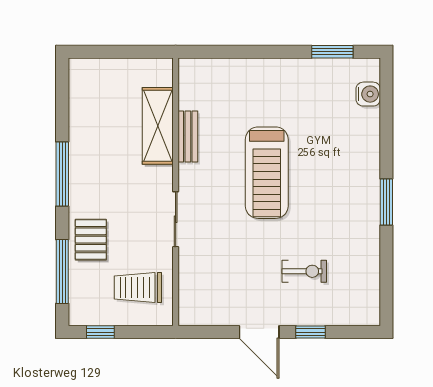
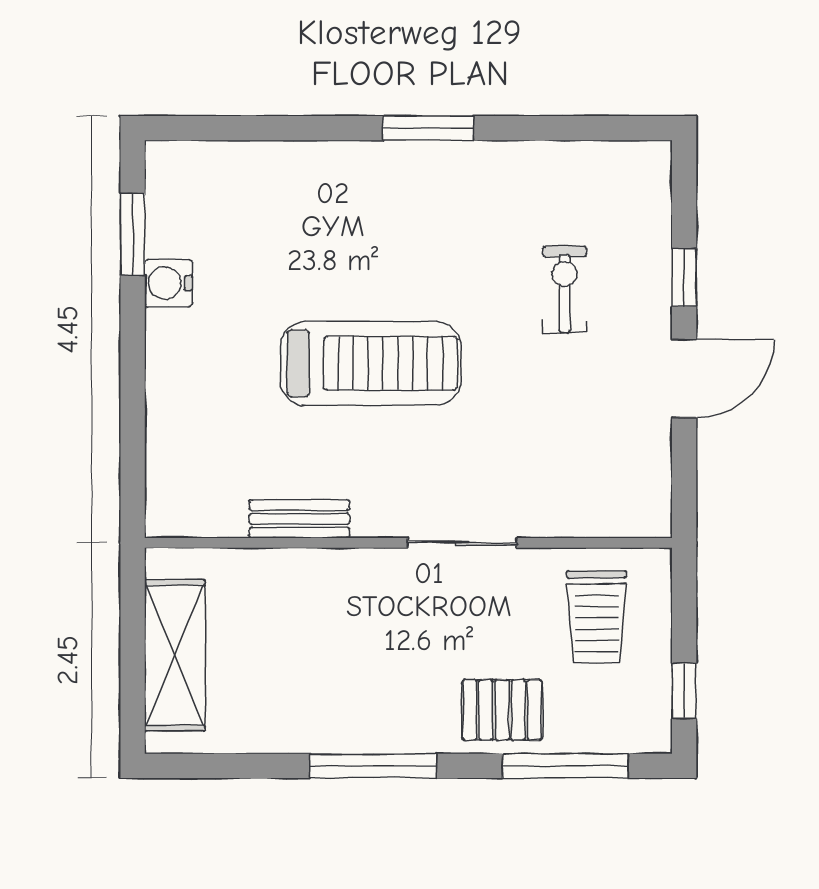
water cooler: (368, 94) -> (168, 283), moved, turned -90
shelving: (158, 126) -> (175, 655), moved, turned 90

